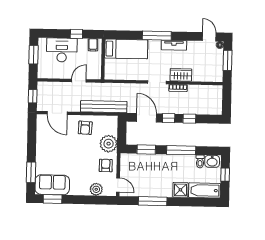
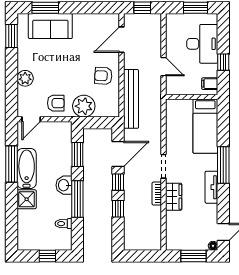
washbasin: (212, 161) -> (64, 185), moved
sofa: (52, 185) -> (50, 26), moved, turned 90
plant: (96, 189) -> (25, 78), moved
bathtub: (204, 190) -> (27, 168), moved

